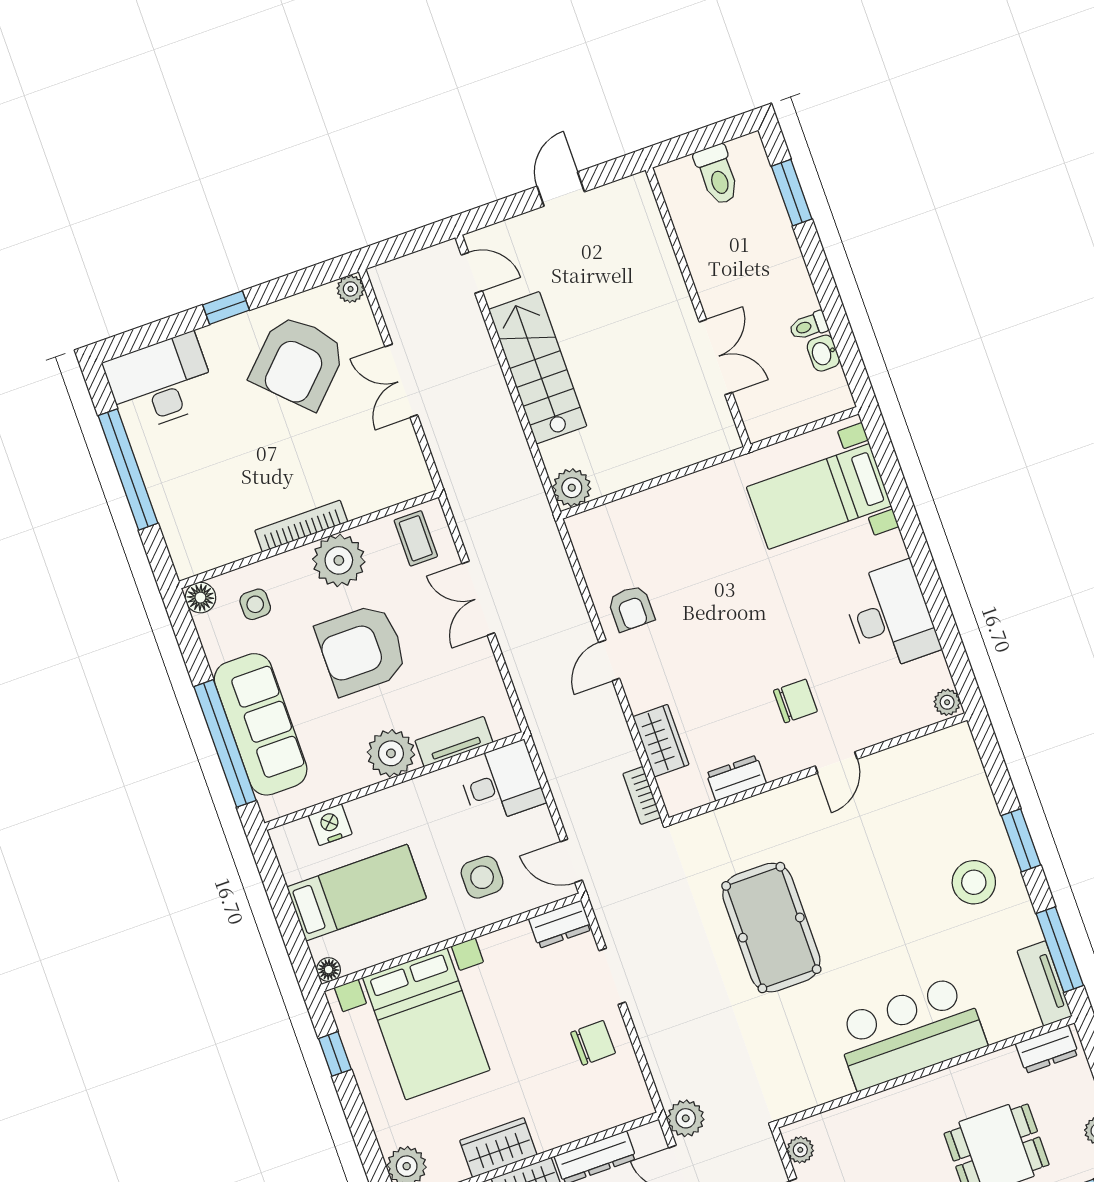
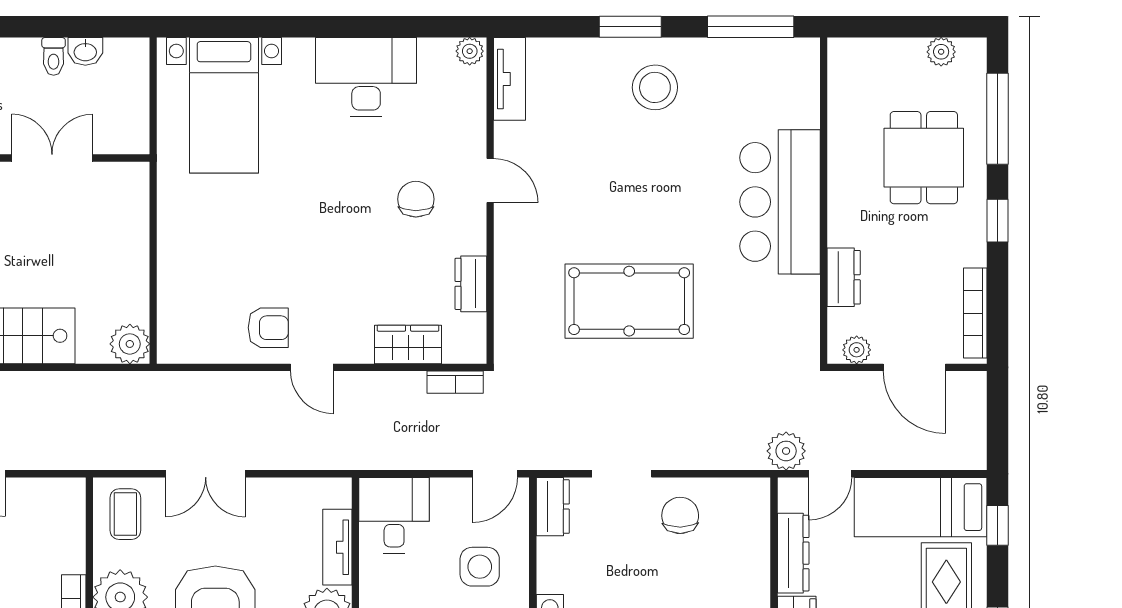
coffee table: (416, 538) -> (125, 514), turned 90
tv unit: (1045, 984) -> (510, 79), moved, turned -90
dresser: (1047, 1049) -> (844, 277), moved

